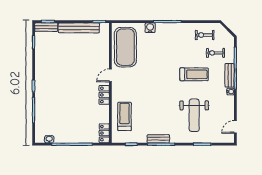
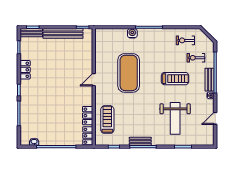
exercise mat: (125, 47) -> (129, 73), moved
locker: (40, 65) -> (25, 70), added
locker: (104, 95) -> (88, 116), moved
door: (235, 127) -> (215, 118), moved

